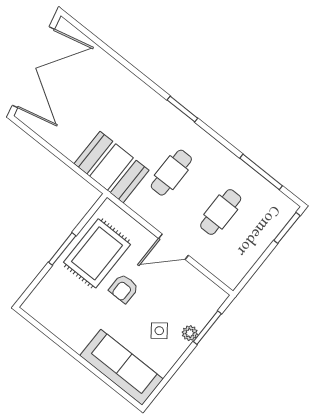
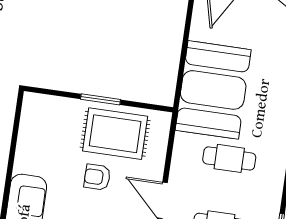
booth: (111, 167) -> (213, 90), width x1.36, depth x1.42

